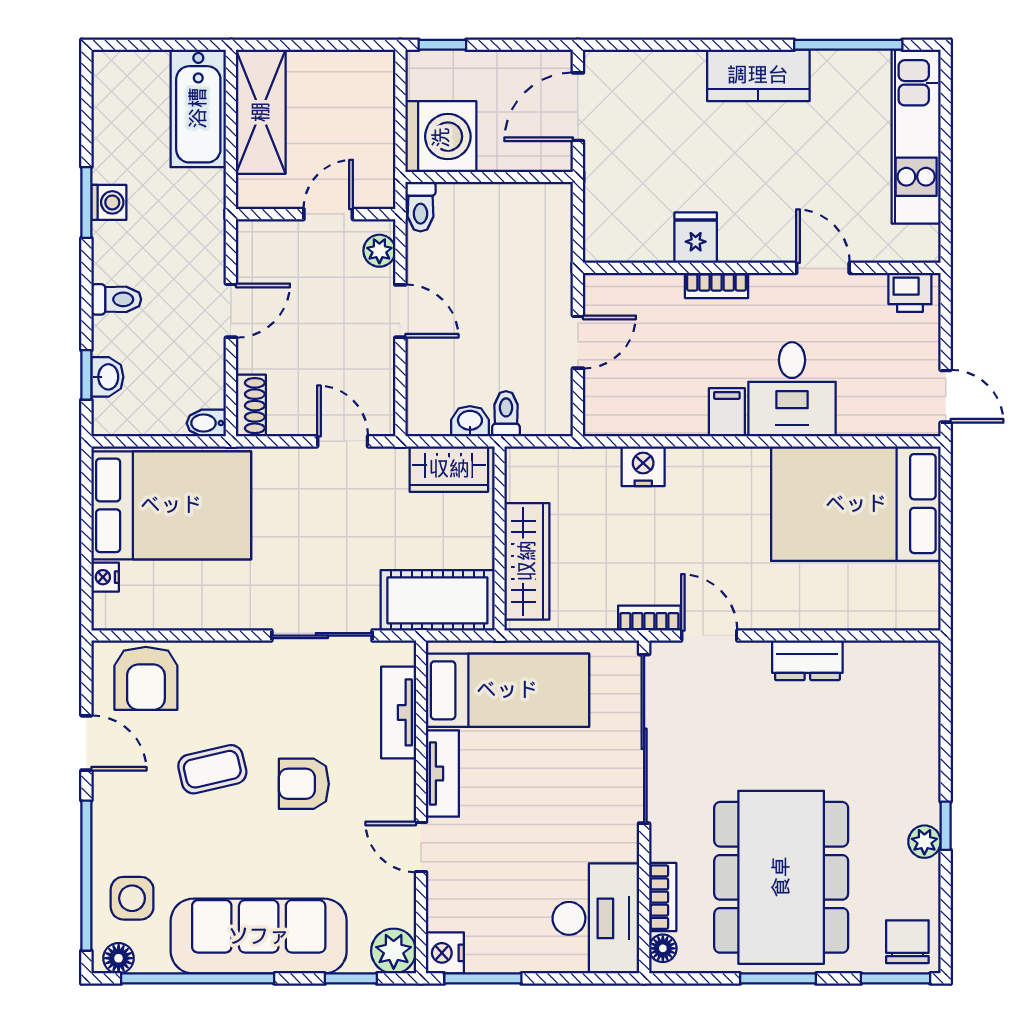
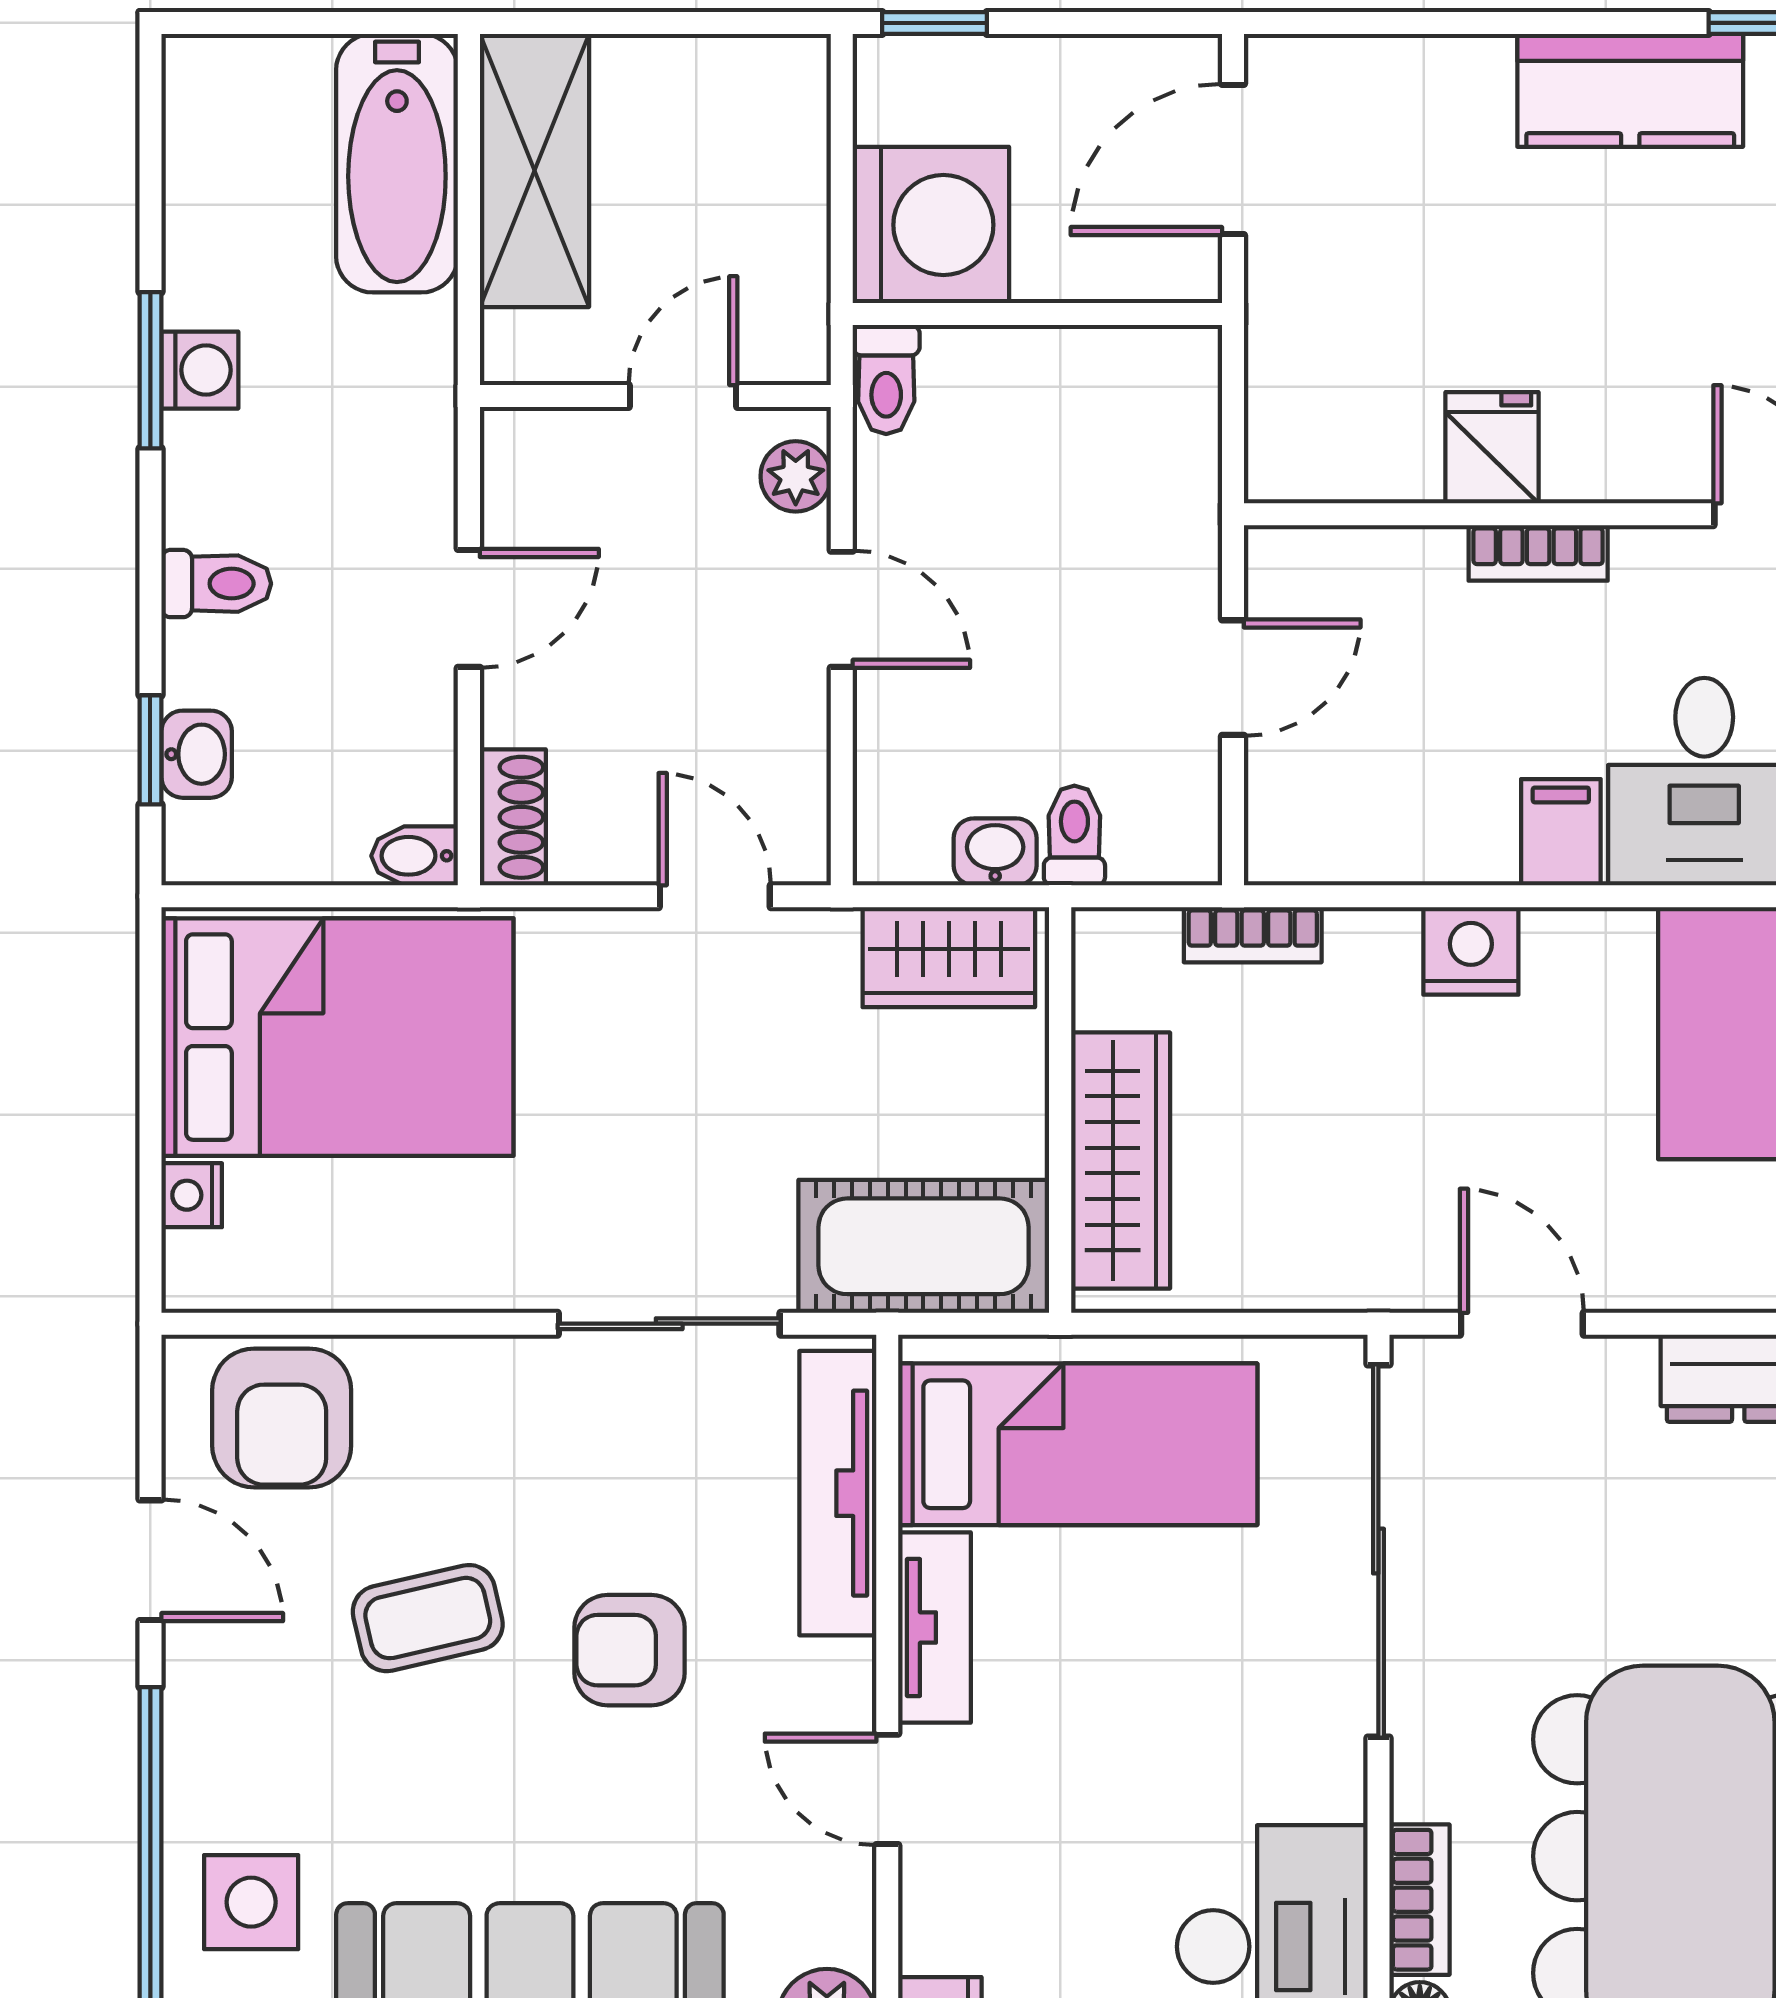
nightstand: (643, 466) -> (1471, 951), moved
bookcase: (649, 618) -> (1253, 935), moved, turned 180
tv unit: (399, 712) -> (838, 1493), width x1.41

